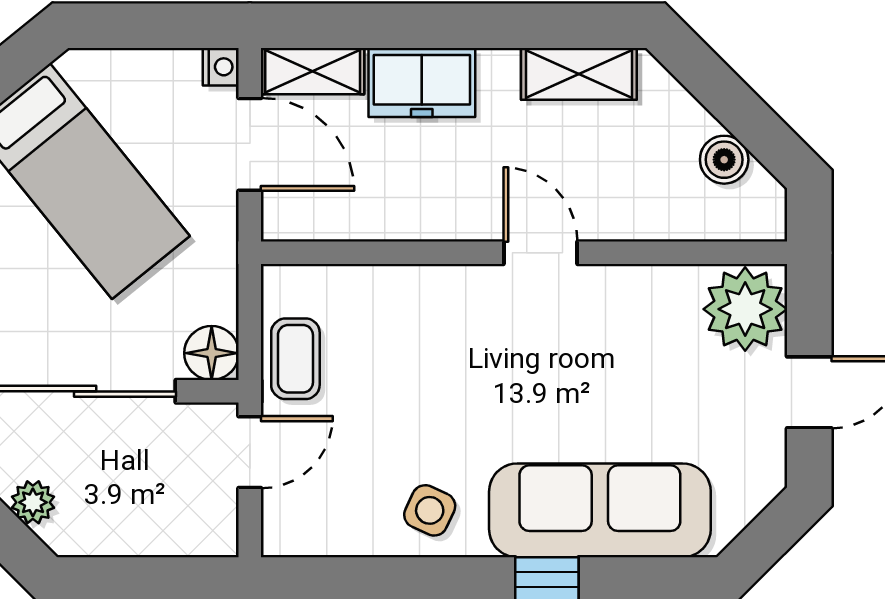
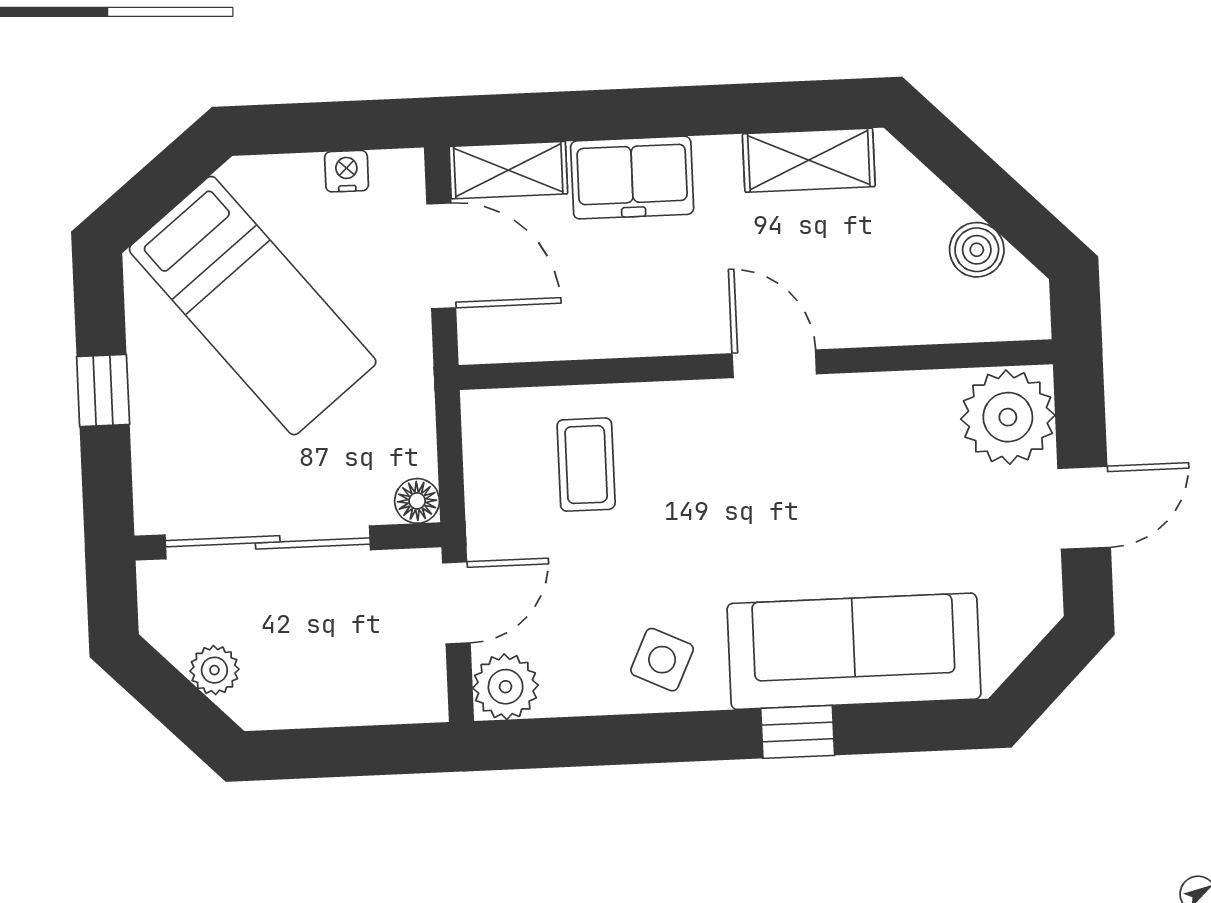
nightstand: (221, 67) -> (347, 171), moved, turned -90
floor lamp: (212, 353) -> (417, 501), width x0.73, depth x0.73
coffee table: (295, 359) -> (586, 465), moved
plant: (290, 528) -> (506, 687), added

